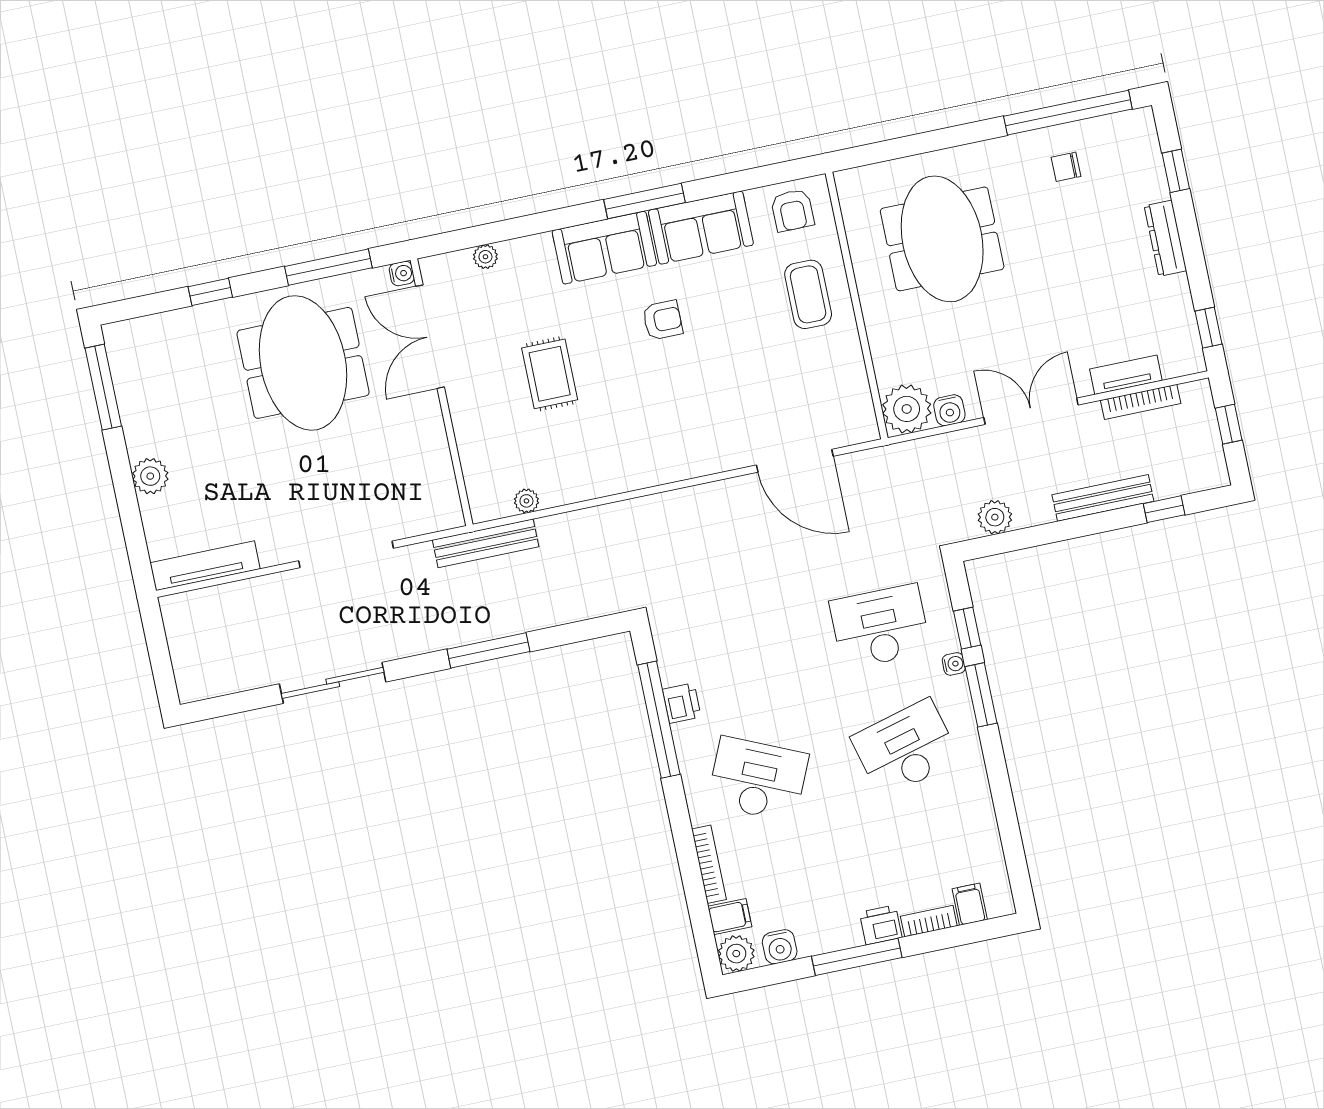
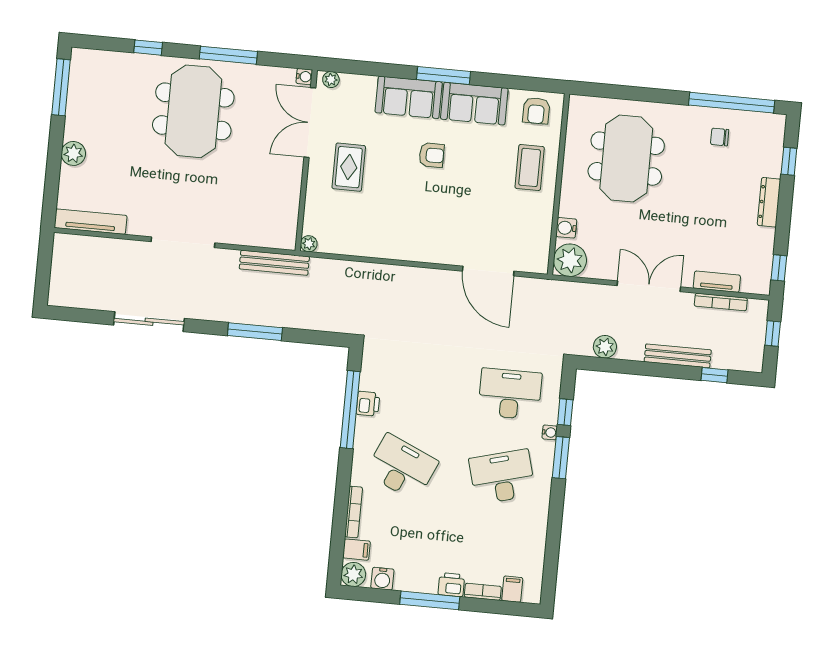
water cooler: (402, 273) -> (304, 77), moved
double door: (430, 337) -> (310, 123), moved
wall: (442, 392) -> (306, 160), moved
water cooler: (949, 410) -> (566, 228), moved, turned 90

